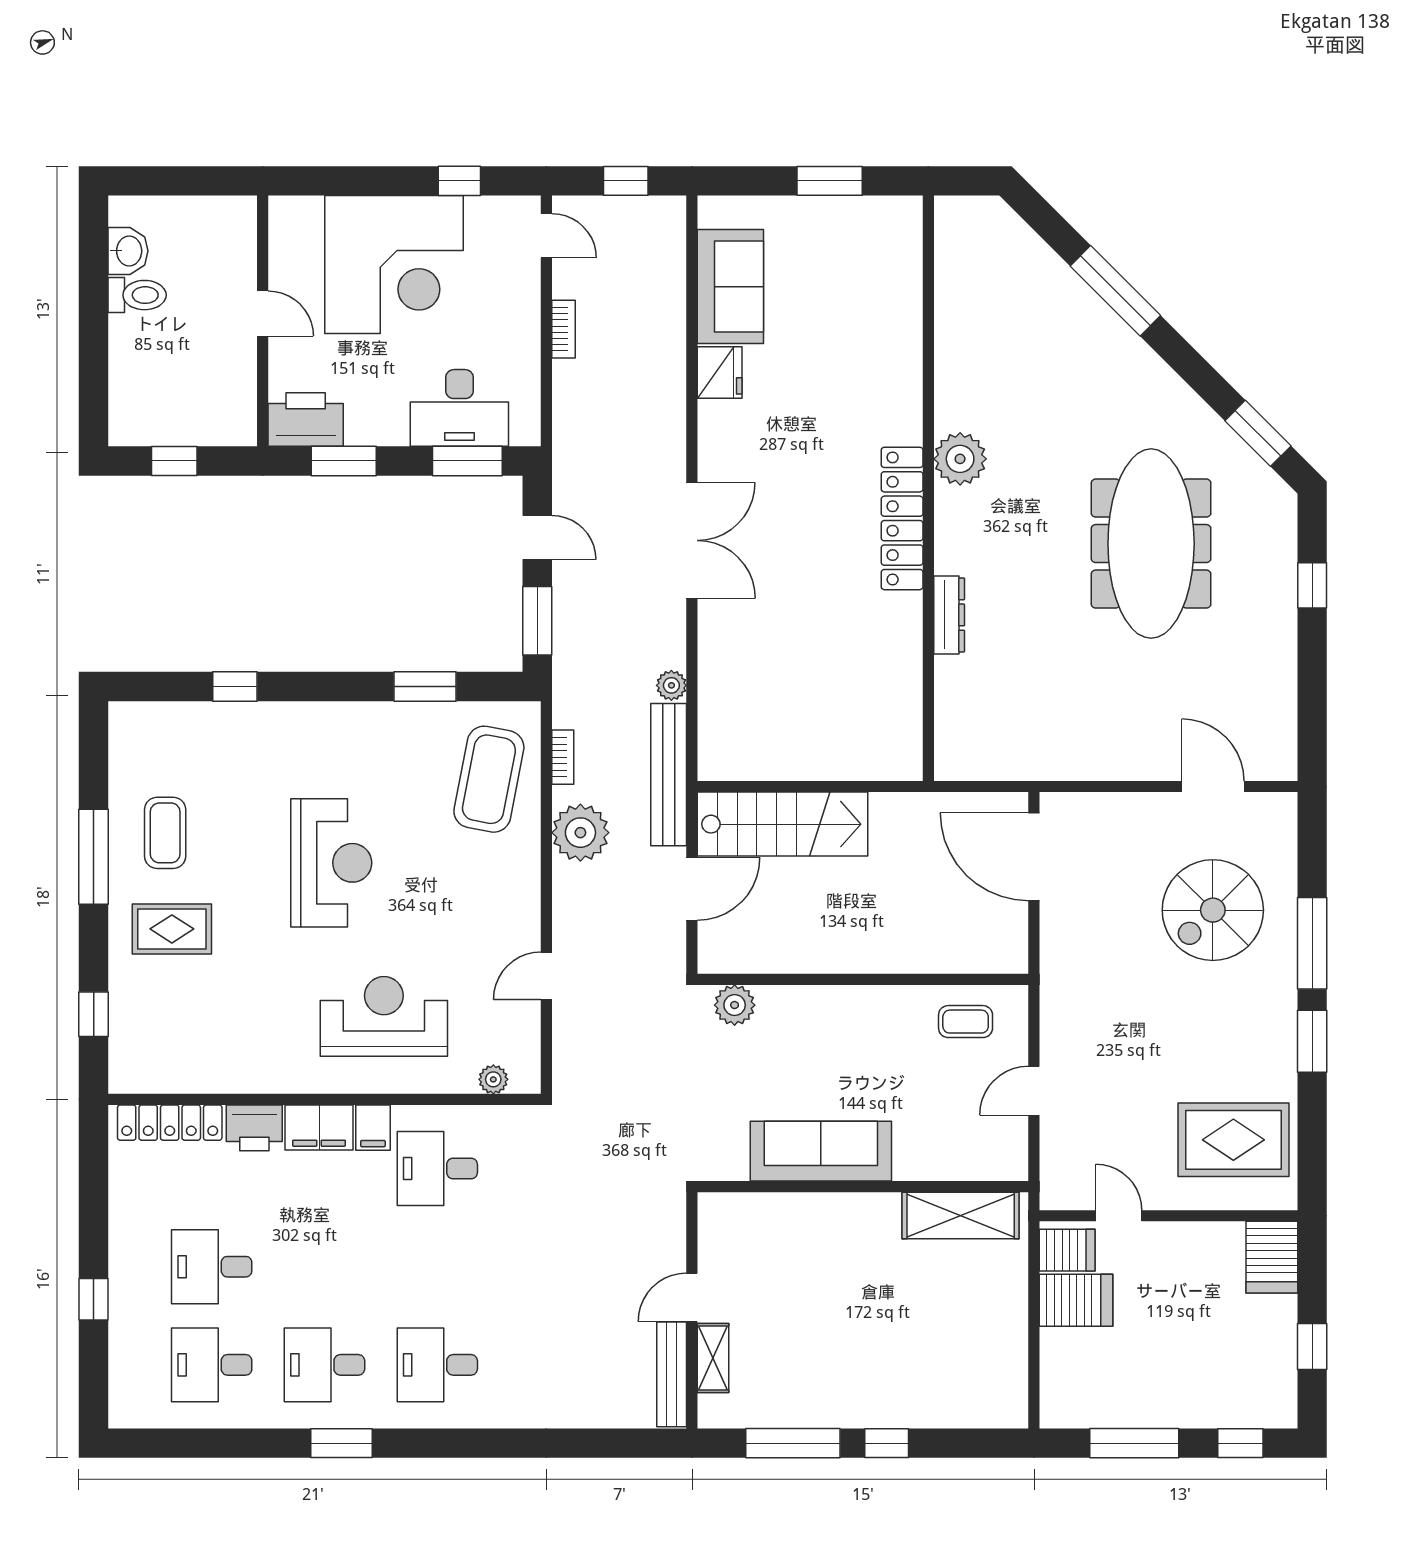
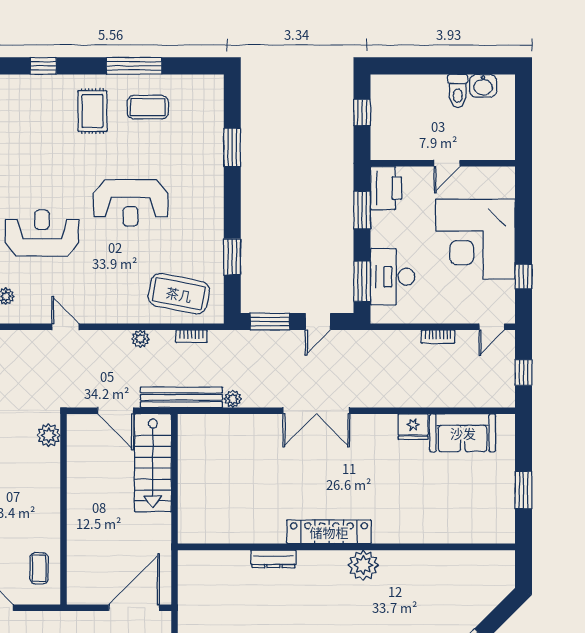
window: (235, 687) -> (232, 147), width x1.50
plant: (580, 833) -> (140, 339), width x0.53, depth x0.53
reception desk: (384, 1016) -> (42, 233), turned -90

